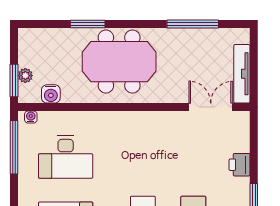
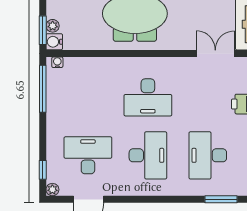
water cooler: (51, 94) -> (54, 42), moved, turned 90
desk: (66, 157) -> (148, 97), moved

